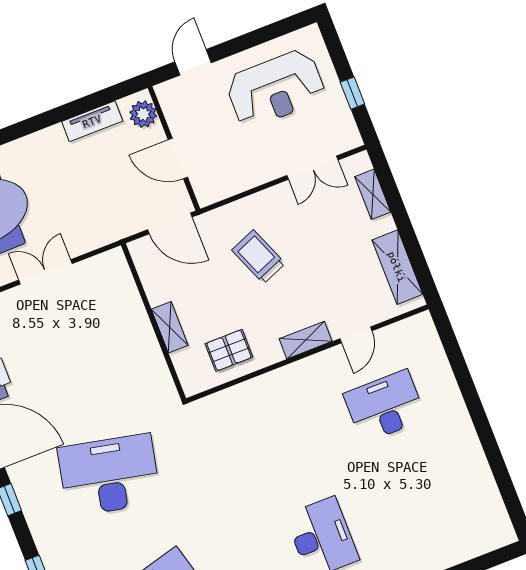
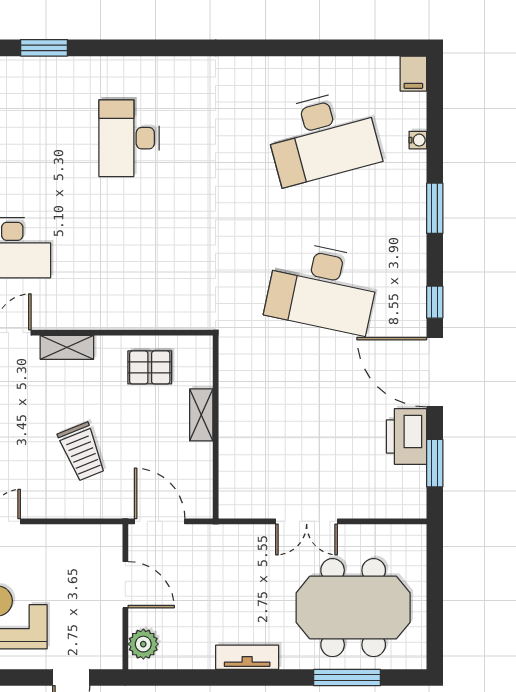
tv unit: (92, 121) -> (247, 657), moved

